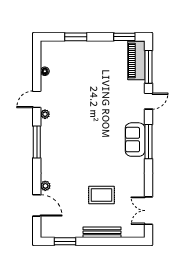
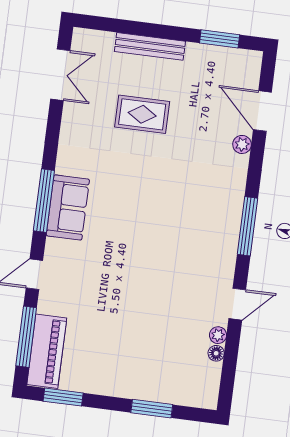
plant: (45, 114) -> (218, 335), moved

